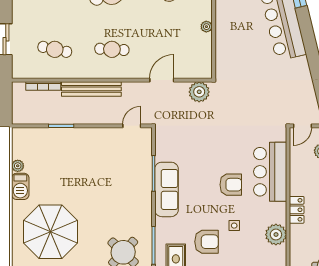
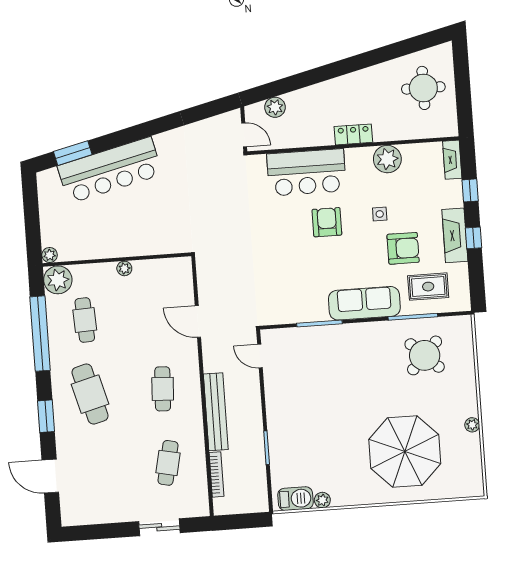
plant: (199, 92) -> (210, 272), removed
barbecue: (20, 186) -> (295, 499), moved
sofa: (166, 189) -> (364, 303), moved
armchair: (207, 242) -> (403, 248), turned 90

